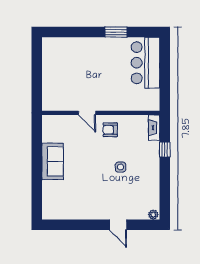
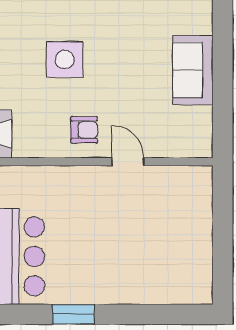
side table: (121, 167) -> (65, 60), width x1.87, depth x1.87

